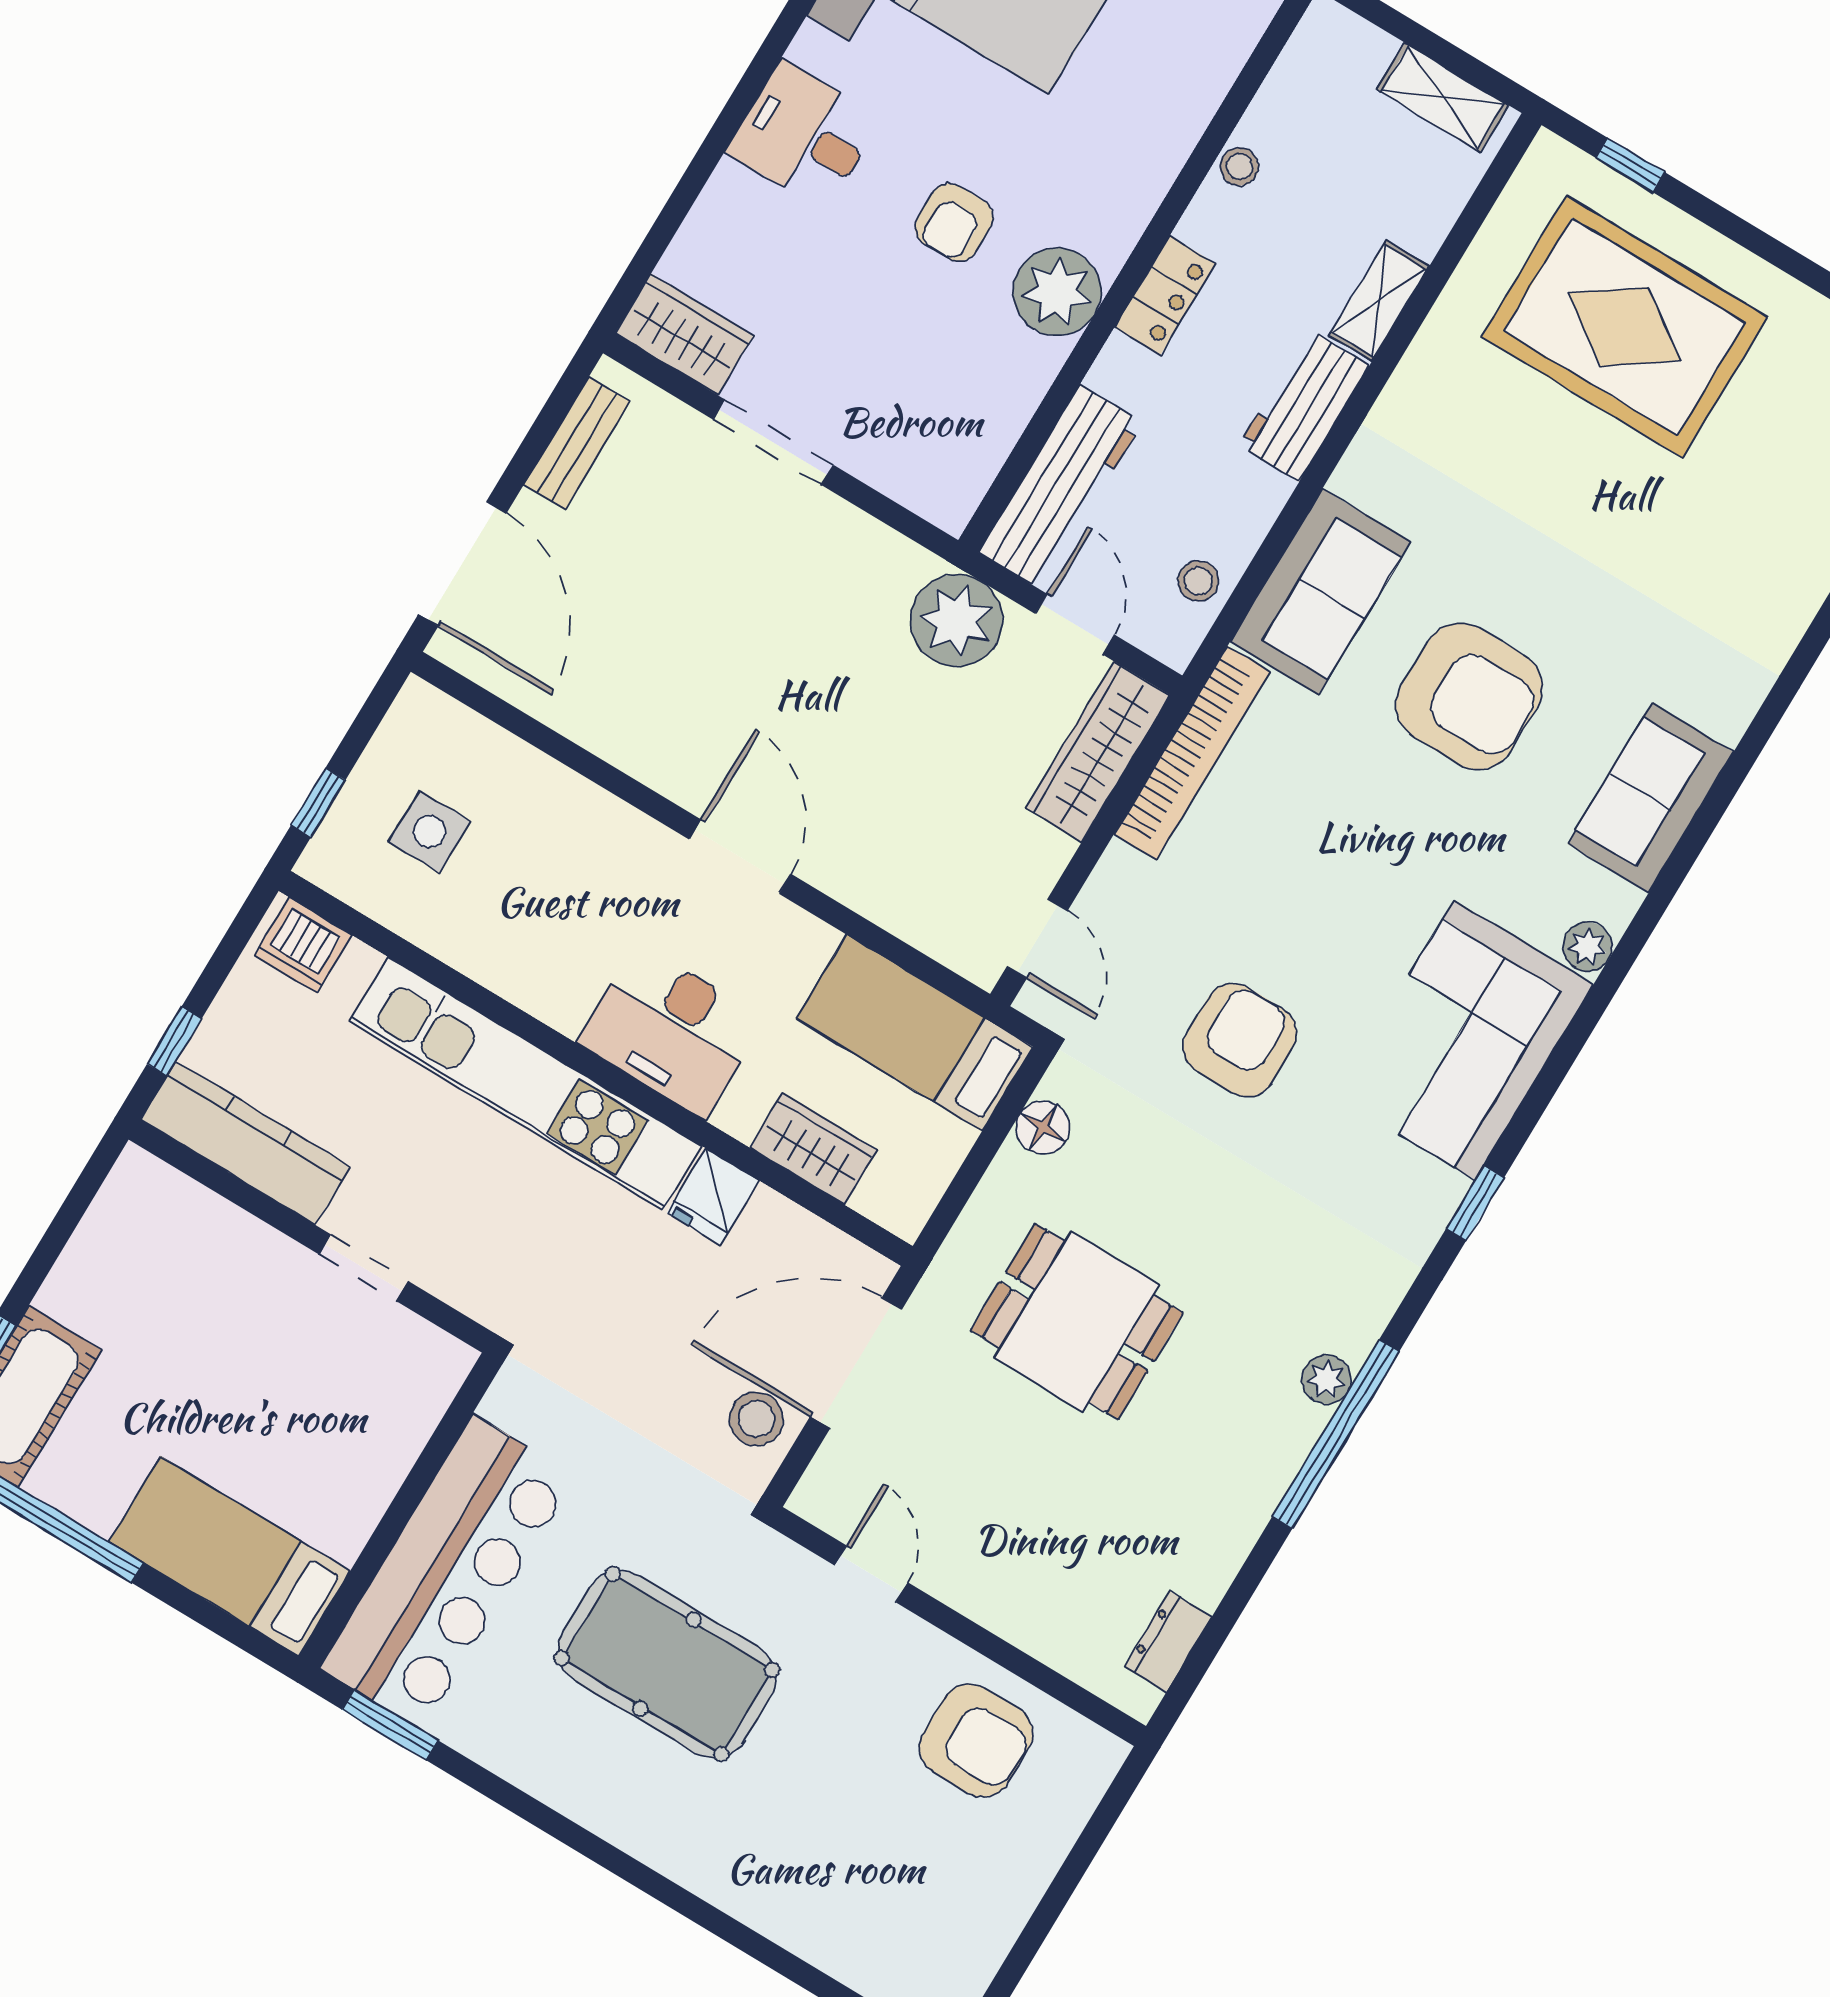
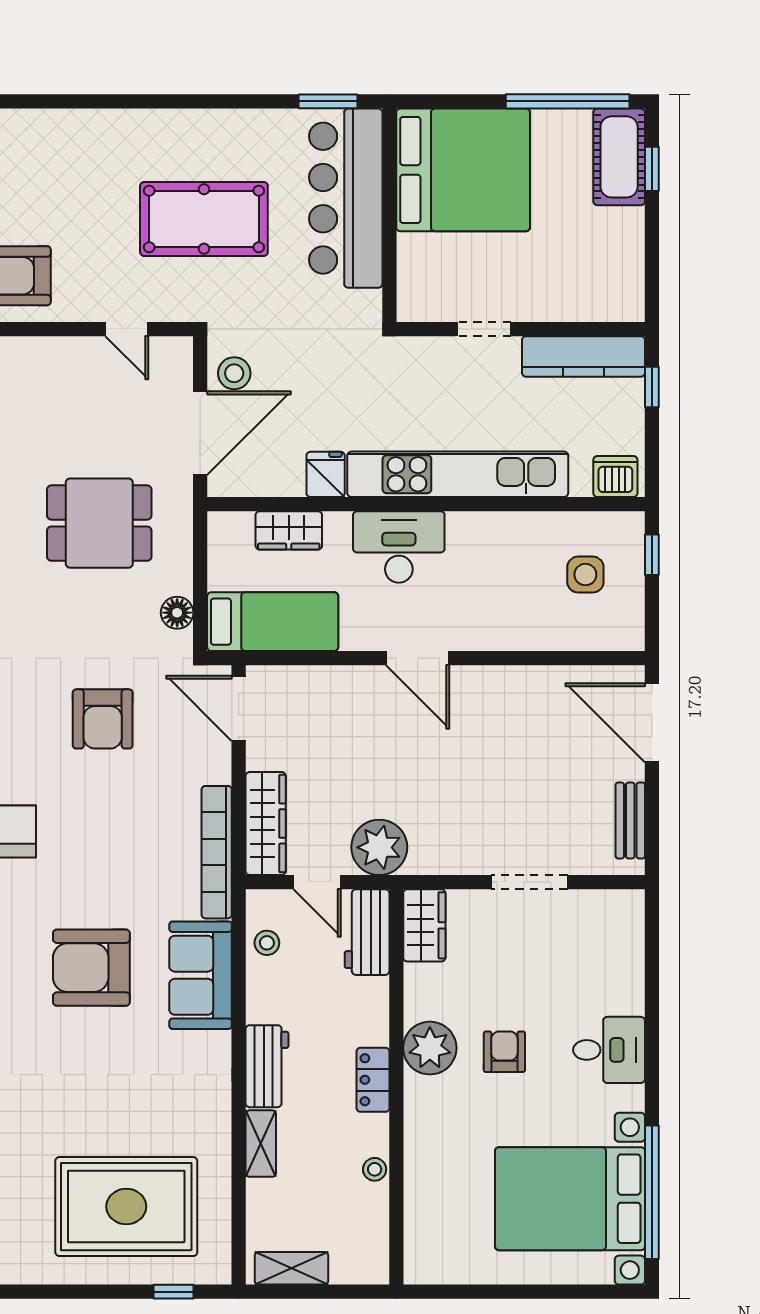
wardrobe: (684, 334) -> (424, 925), moved, turned -90
workbench: (1061, 487) -> (367, 932), width x0.73
door: (1037, 939) -> (239, 708), width x1.38
bed: (230, 1556) -> (463, 170), width x2.04

